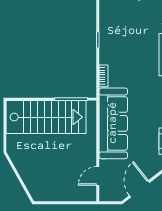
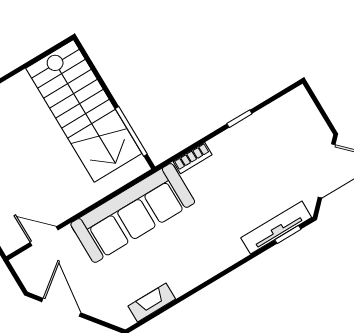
door: (139, 189) -> (61, 307), hinge flipped

